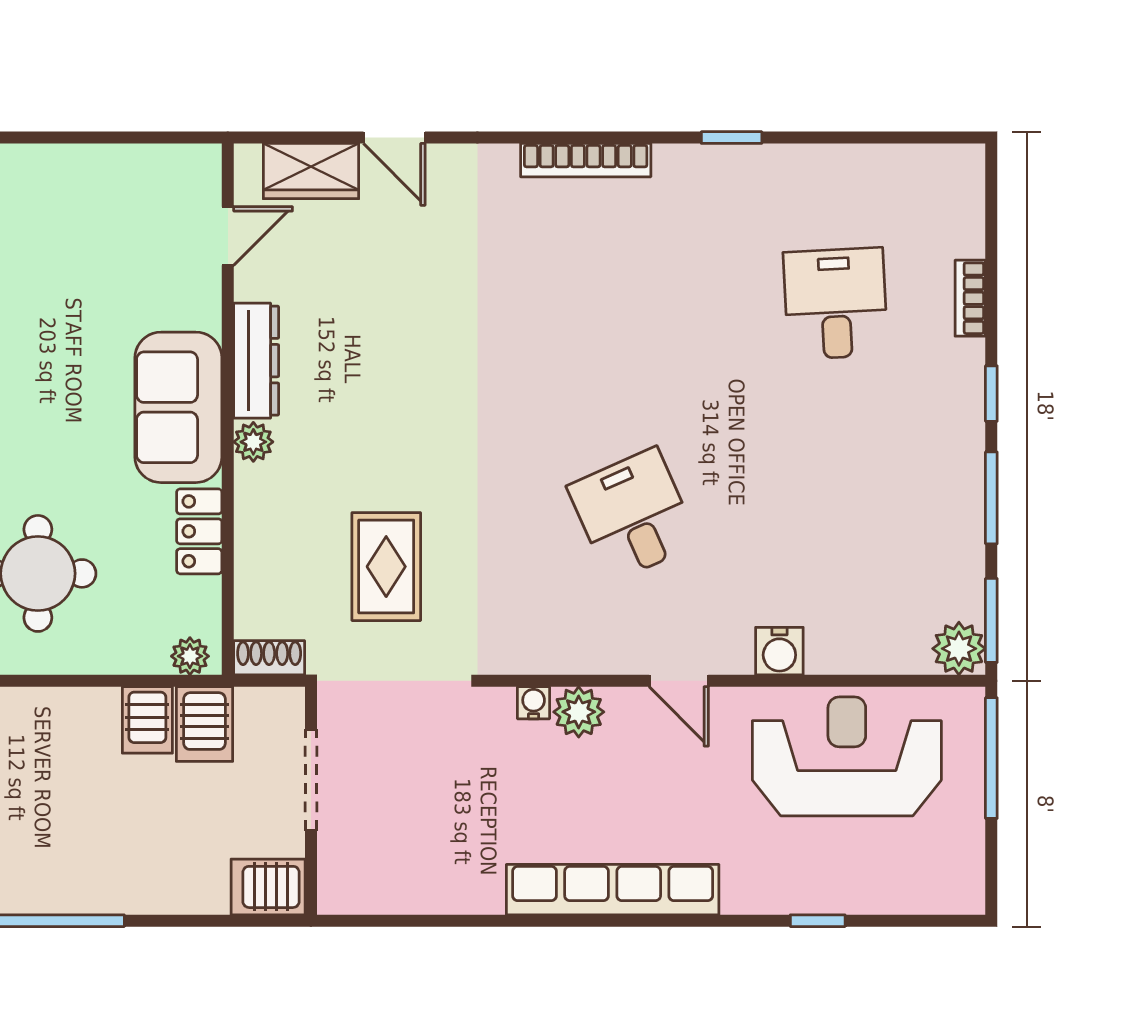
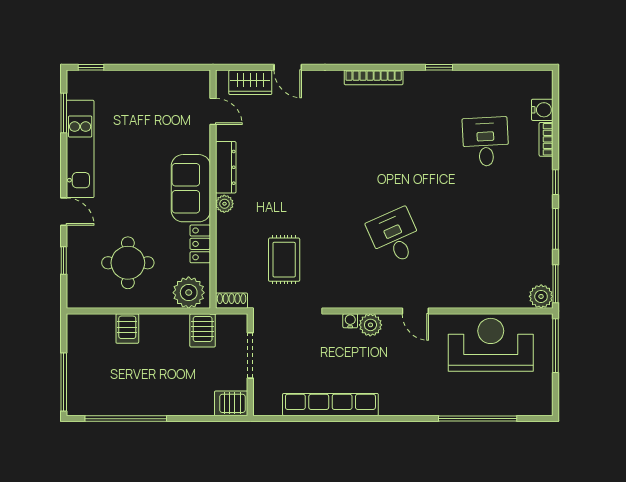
door: (228, 236) -> (213, 111), hinge flipped
water cooler: (779, 651) -> (542, 110), moved, turned -90
plant: (190, 656) -> (189, 293), width x1.87, depth x1.87
server rack: (147, 720) -> (127, 329), moved
row of seats: (613, 890) -> (330, 405), moved
window: (818, 921) -> (478, 419), width x3.17

